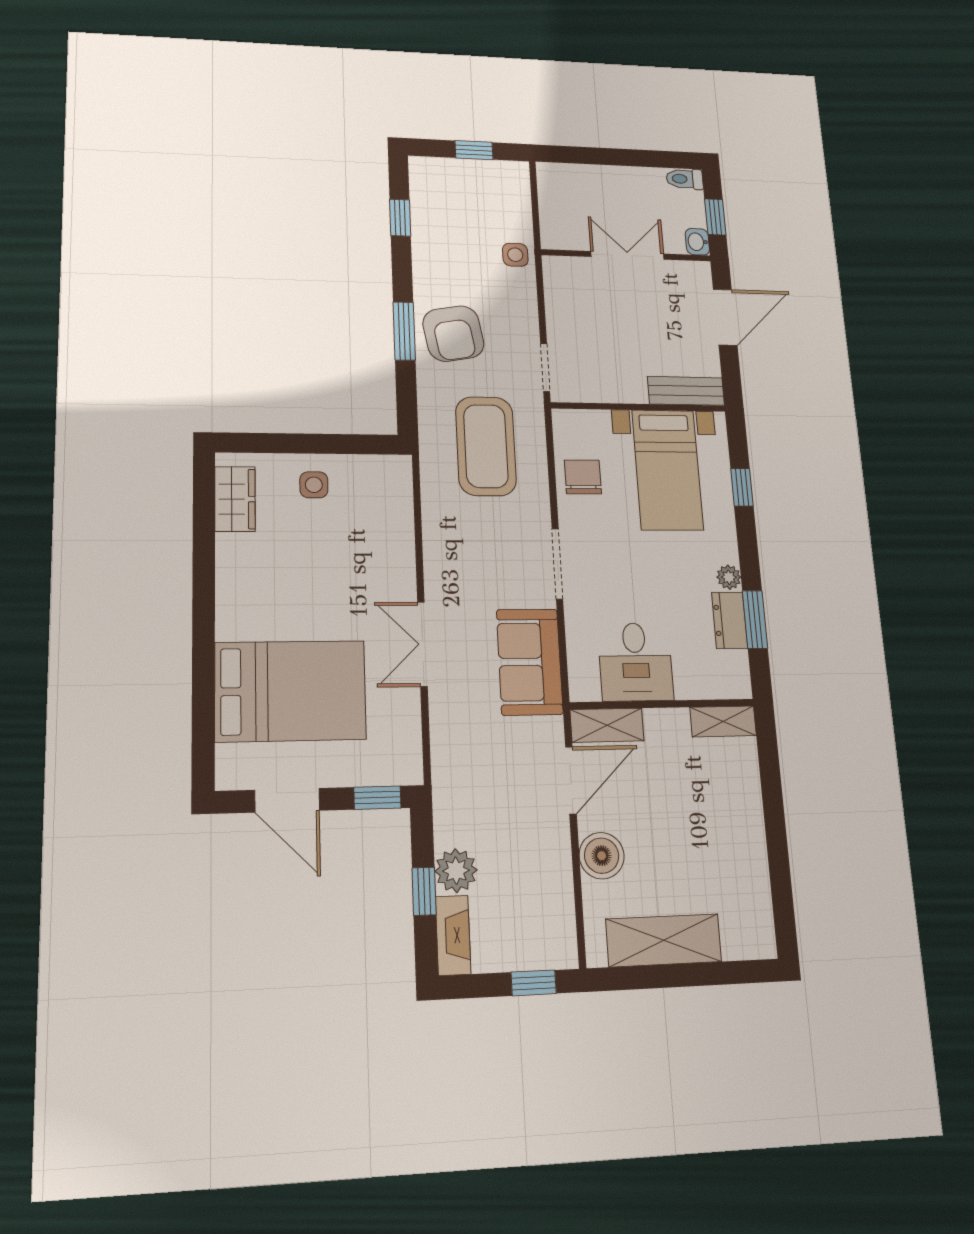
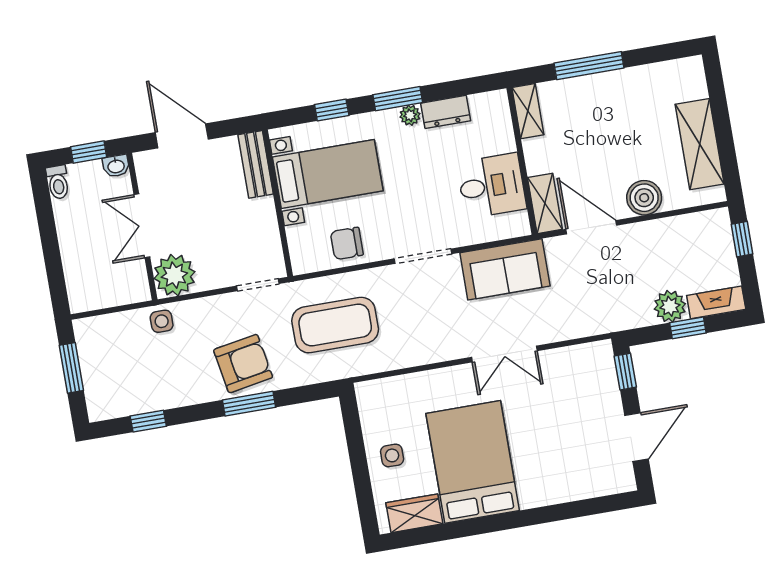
window: (474, 150) -> (71, 368), width x1.50
plant: (567, 279) -> (174, 275), added
window: (755, 620) -> (398, 99), moved
bed: (290, 691) -> (473, 462), moved
window: (773, 808) -> (589, 66), added

